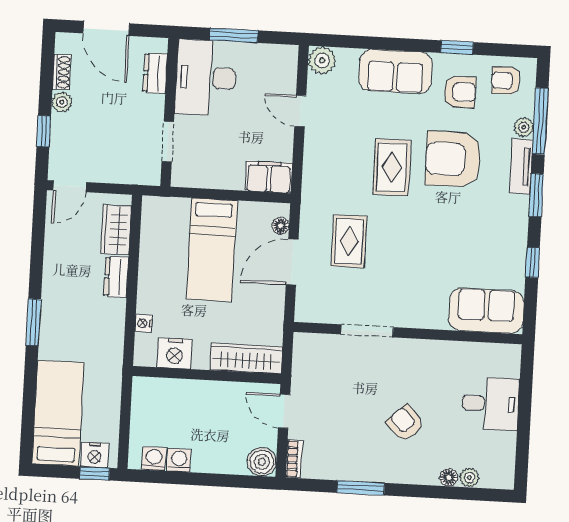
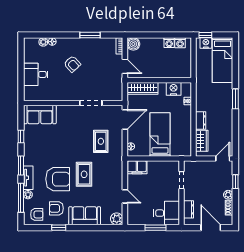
desk: (206, 78) -> (167, 213), width x0.73
door: (292, 262) -> (125, 119), moved

